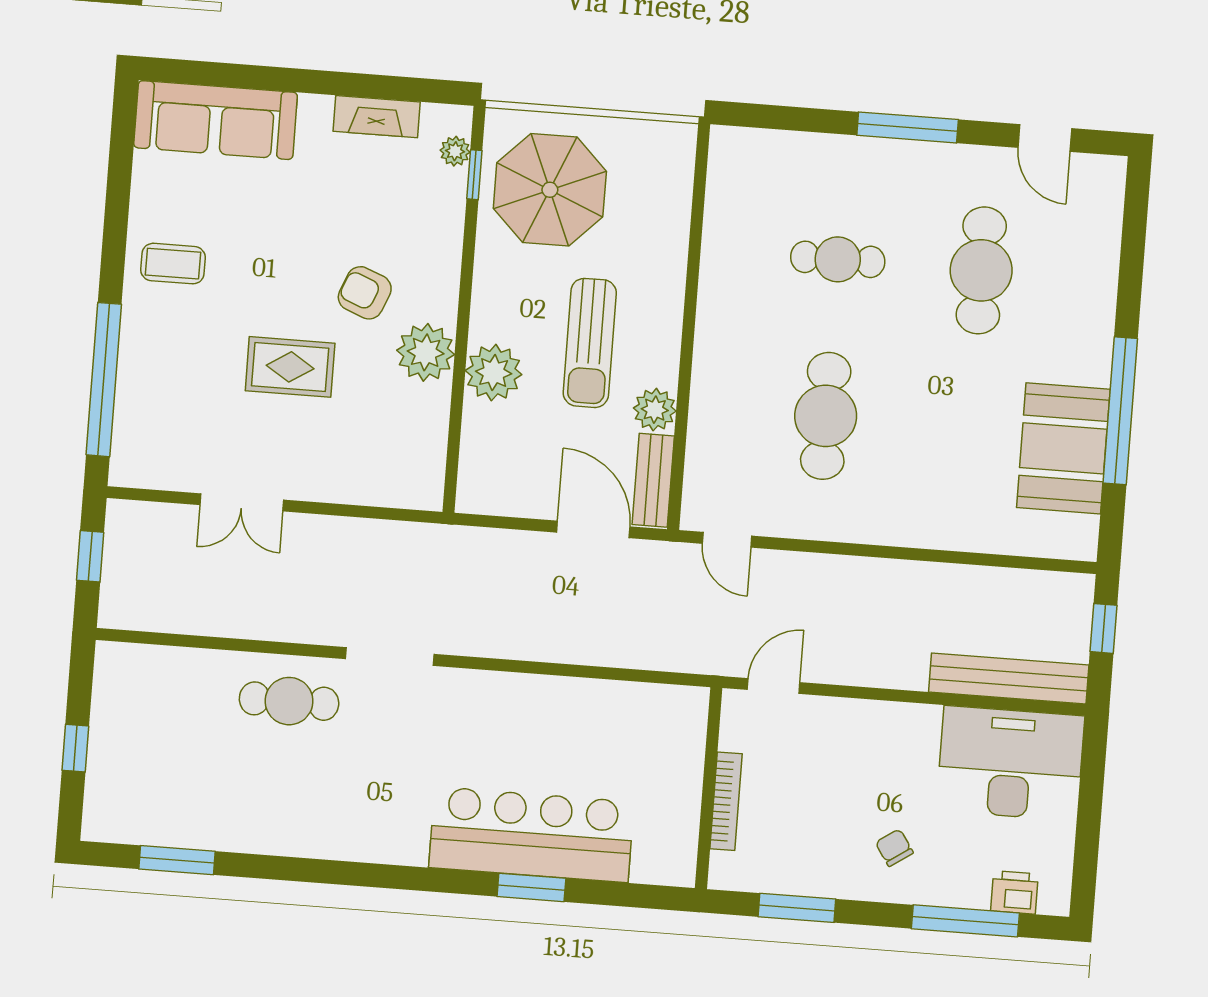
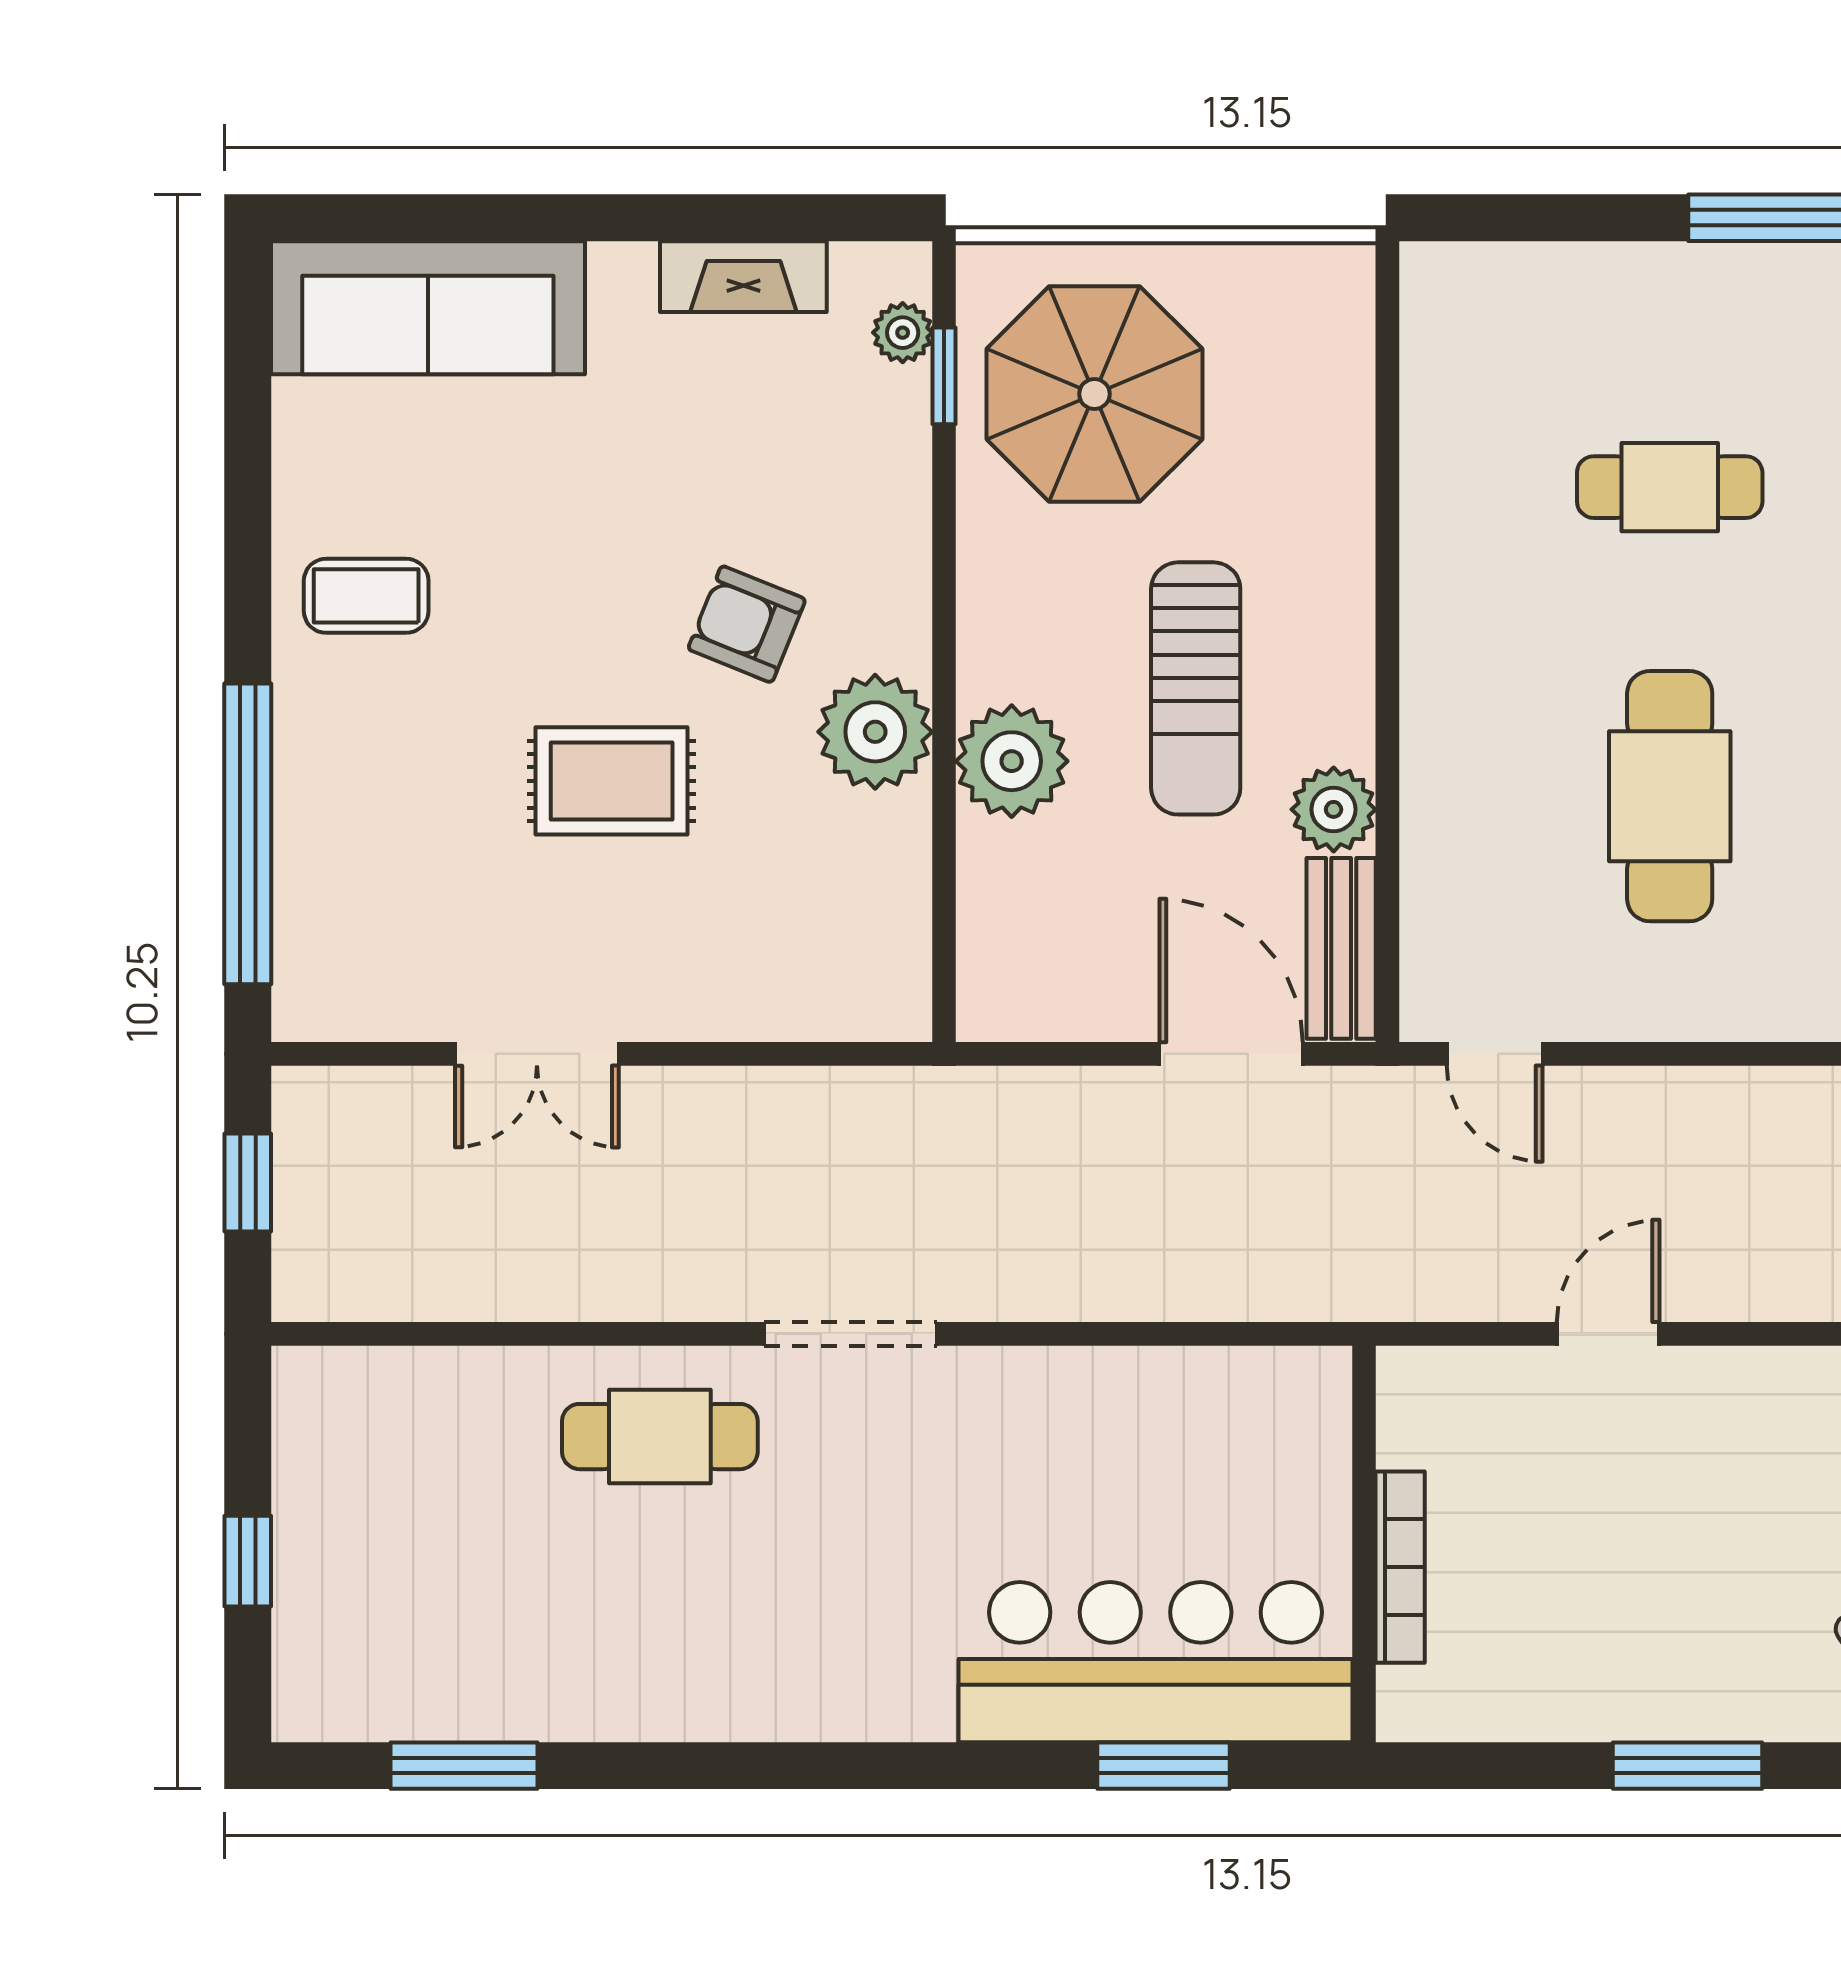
wall: (709, 788) -> (1364, 1544), moved
bookcase: (726, 801) -> (1400, 1567), moved

